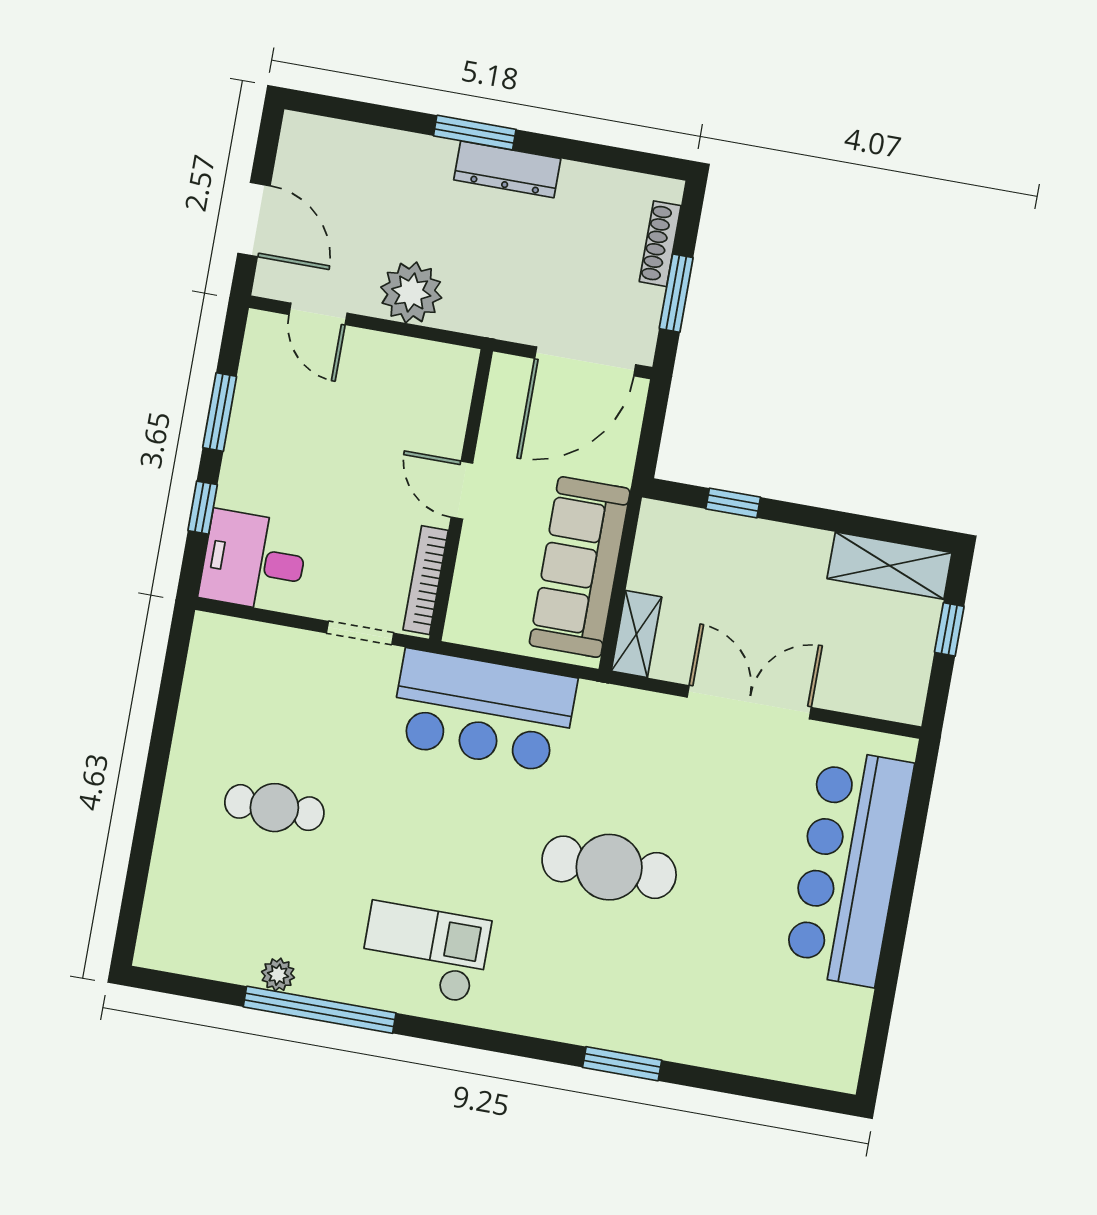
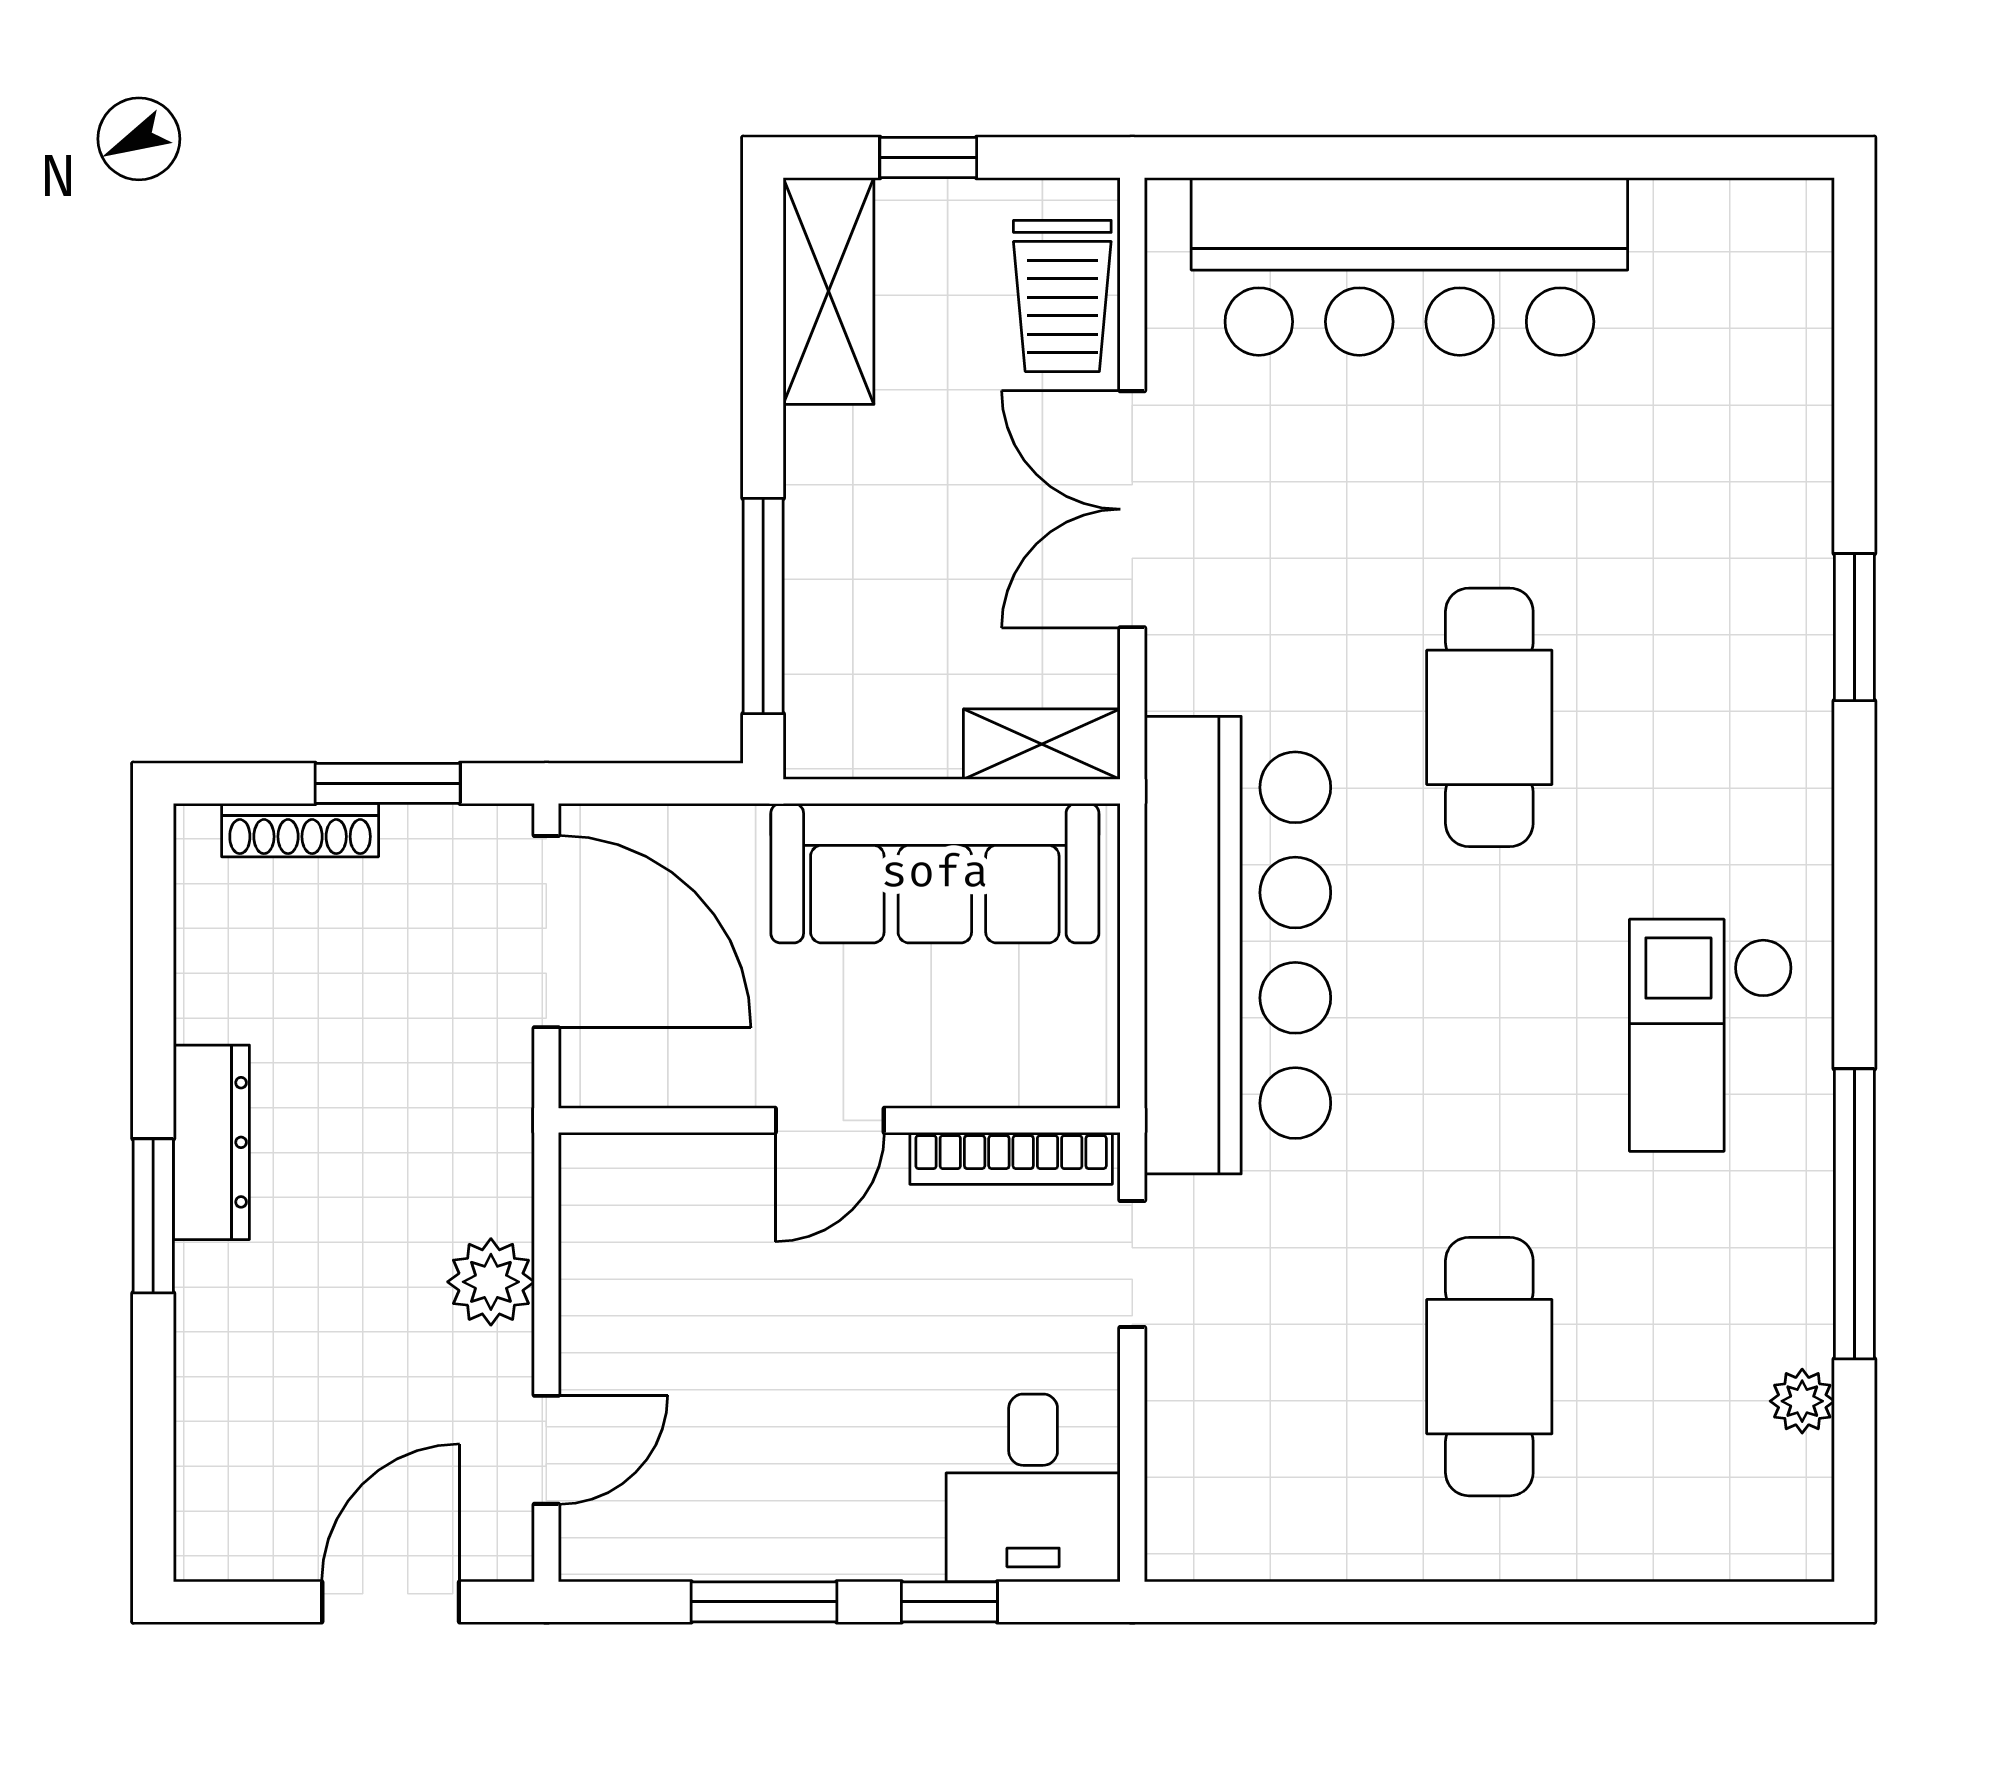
plant: (411, 292) -> (491, 1282), width x0.73, depth x0.73
window: (733, 503) -> (763, 606), width x2.17
trolley: (866, 686) -> (1062, 296), added
bar counter: (483, 711) -> (1237, 945), width x1.36
cafe table: (274, 808) -> (1489, 1367), width x1.37, depth x1.35
plant: (278, 975) -> (1802, 1401), moved

